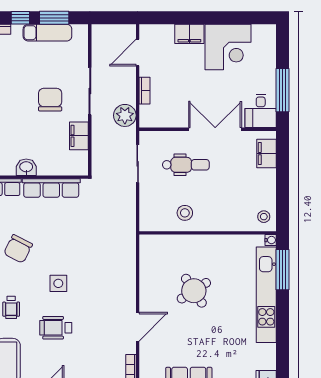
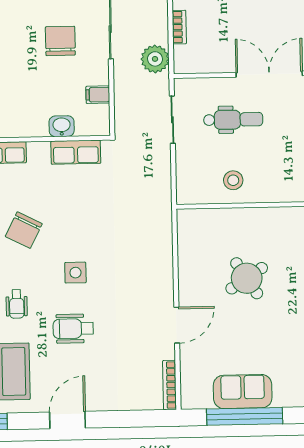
filing cabinet: (79, 136) -> (98, 95), width x0.50
washbasin: (26, 167) -> (62, 126), moved
row of seats: (51, 188) -> (76, 152), width x0.68

